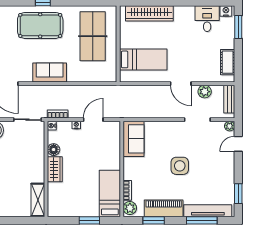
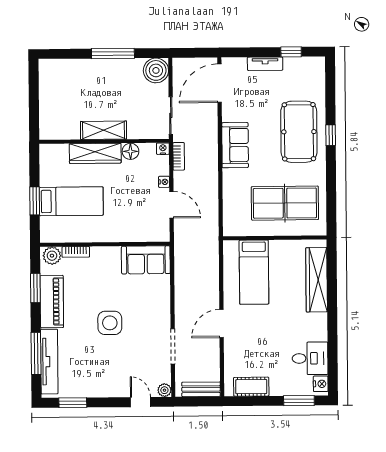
plant: (205, 92) -> (211, 356), removed
wardrobe: (55, 169) -> (95, 153), width x1.50
bed: (110, 193) -> (71, 201), moved
shelving: (38, 200) -> (103, 130), moved

